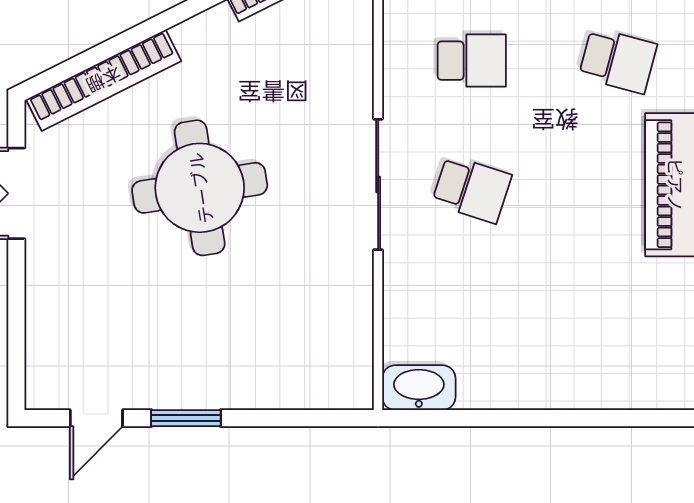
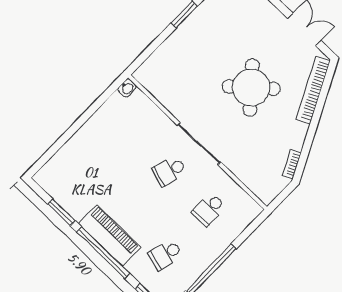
round table: (200, 188) -> (251, 88), turned -32
washbasin: (419, 388) -> (127, 88), width x0.52, depth x0.69

